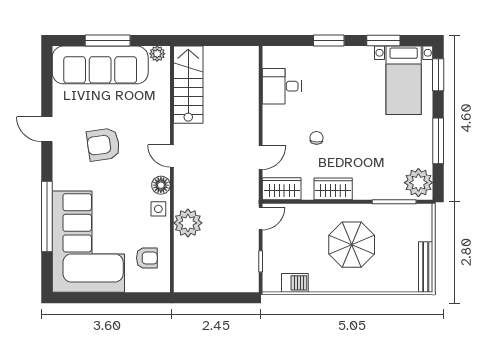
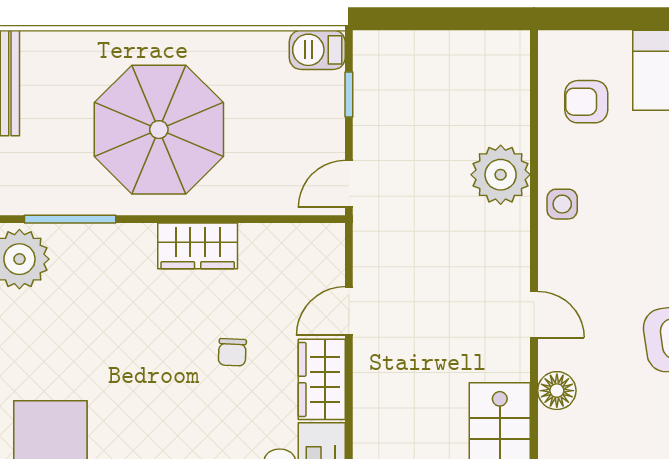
floor lamp: (161, 185) -> (557, 391), moved
wardrobe: (282, 189) -> (322, 379), moved, turned 90
parasol: (352, 245) -> (159, 130), width x1.36, depth x1.36
barbecue: (295, 283) -> (317, 50), moved

